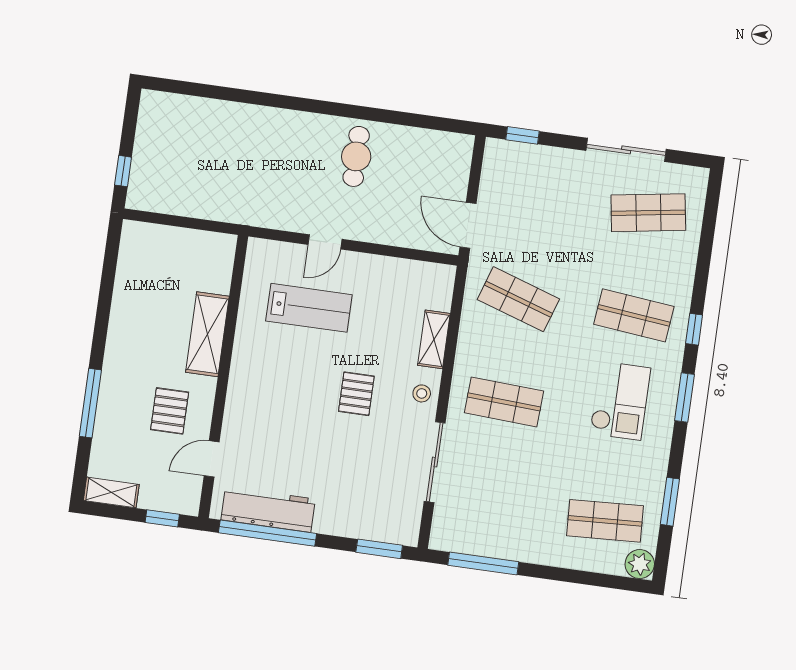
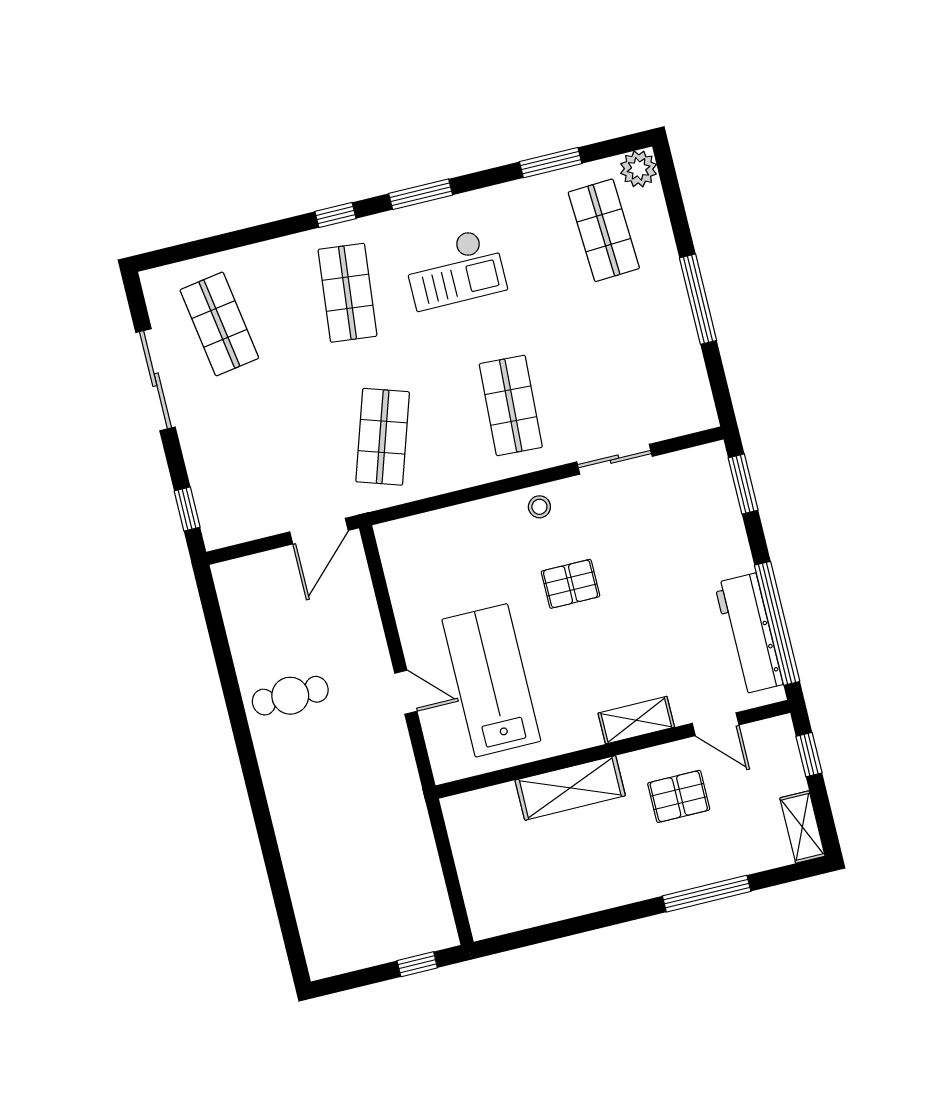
lab bench: (309, 308) -> (491, 680), width x1.36, depth x1.39
shelving: (434, 339) -> (636, 720), moved
checkout: (620, 401) -> (455, 269), turned 180
sliding door: (435, 462) -> (614, 459), width x0.73
window: (483, 563) -> (698, 299), moved

